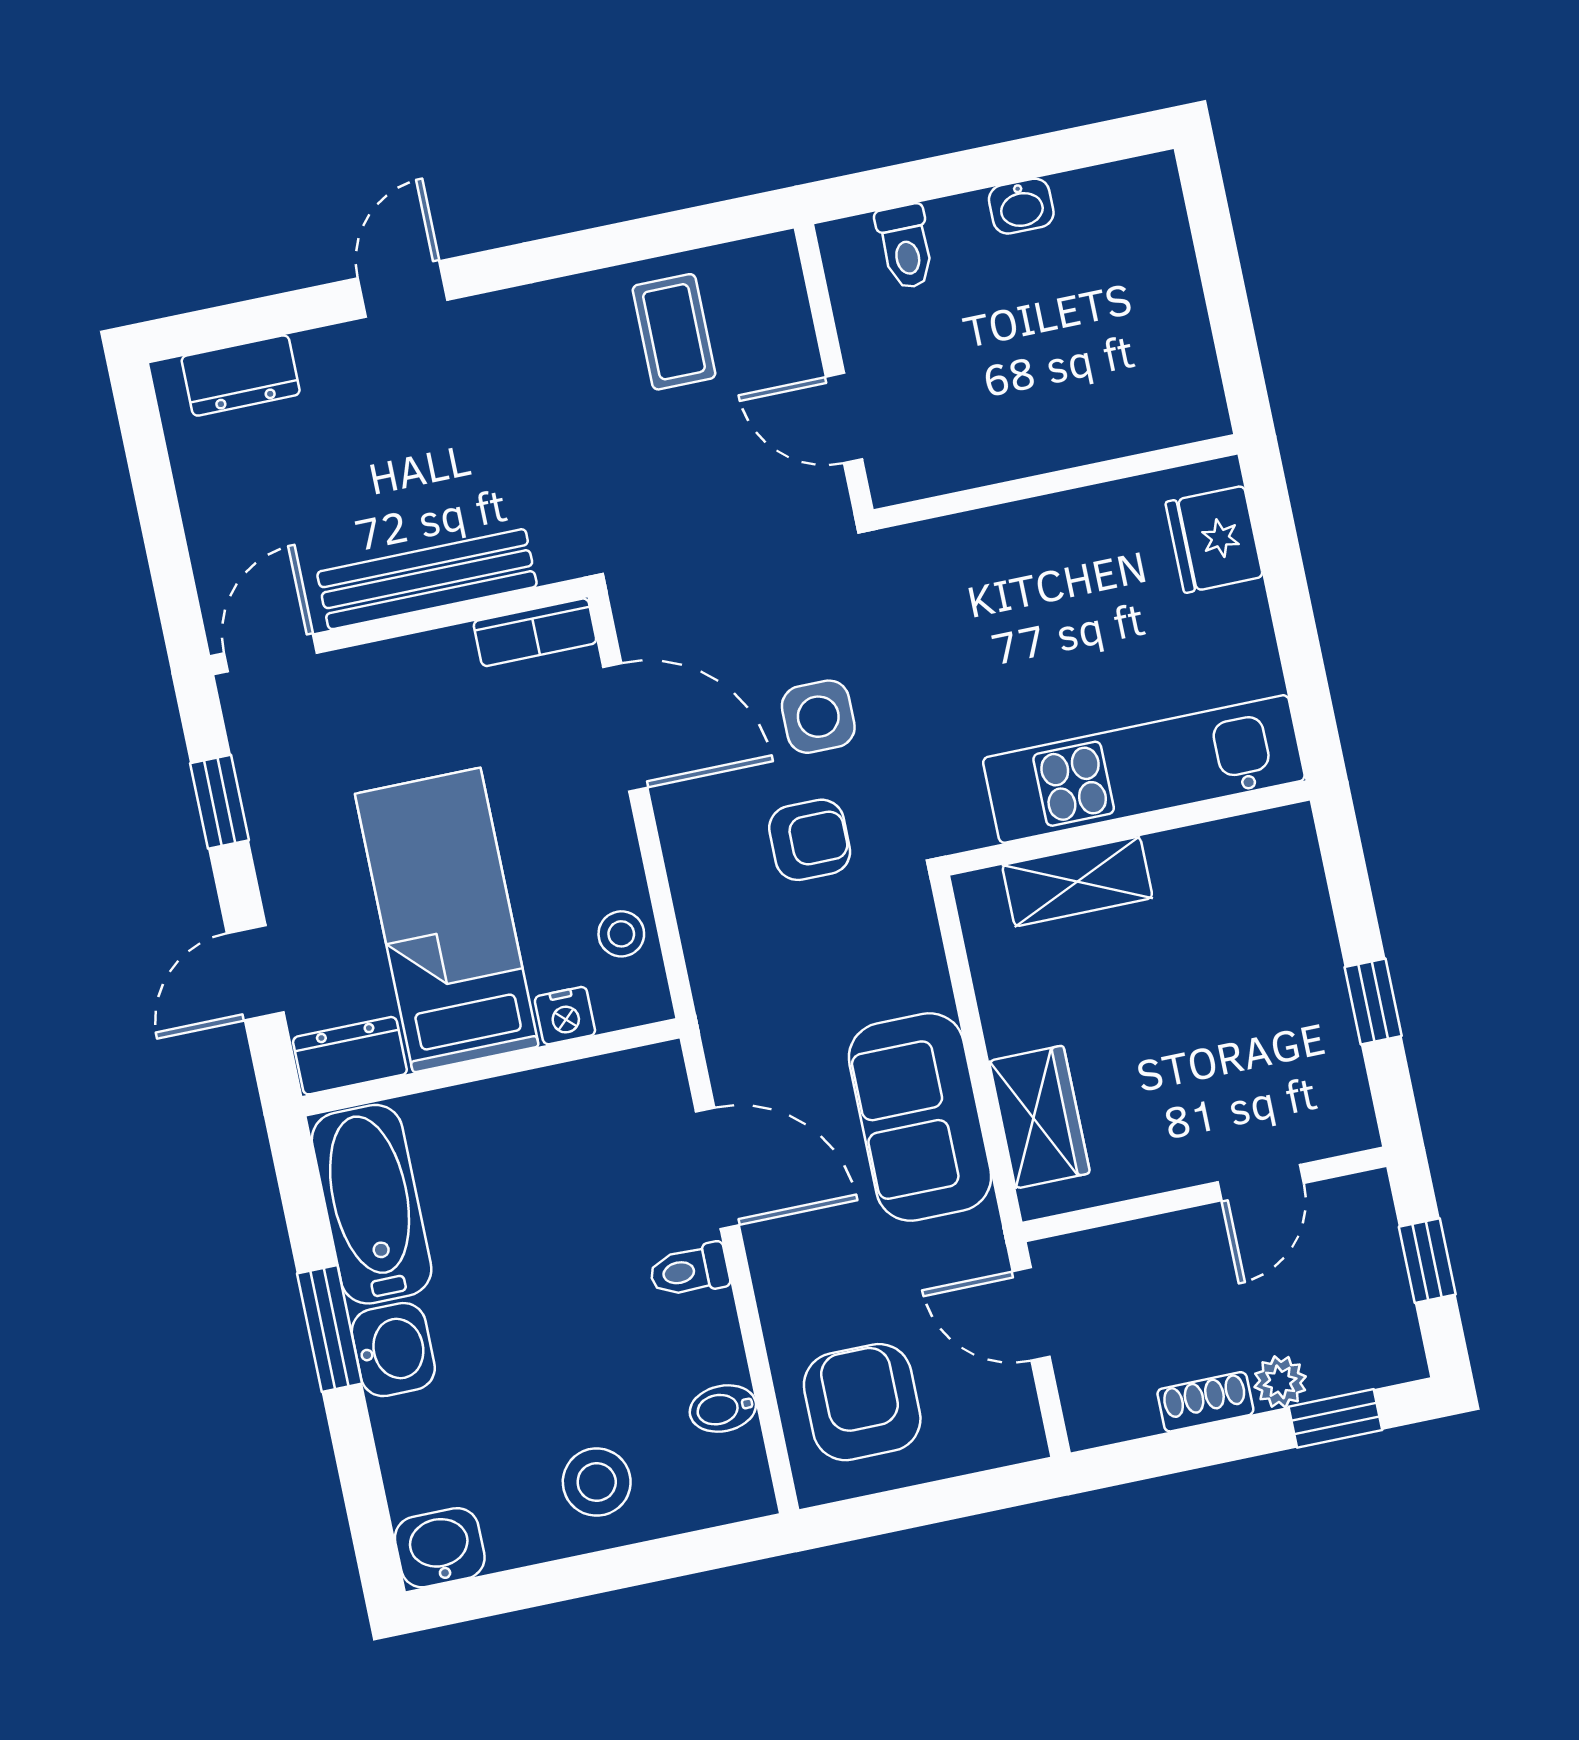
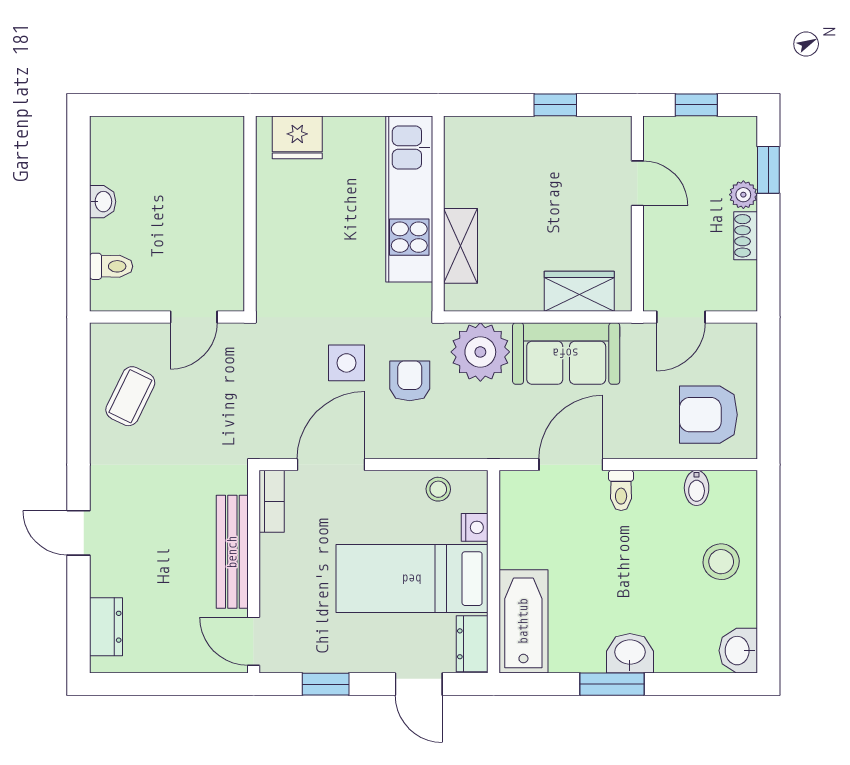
coffee table: (674, 332) -> (130, 396), turned -64
plant: (890, 959) -> (480, 352), added
bathtub: (372, 1204) -> (523, 621), moved, turned 90

